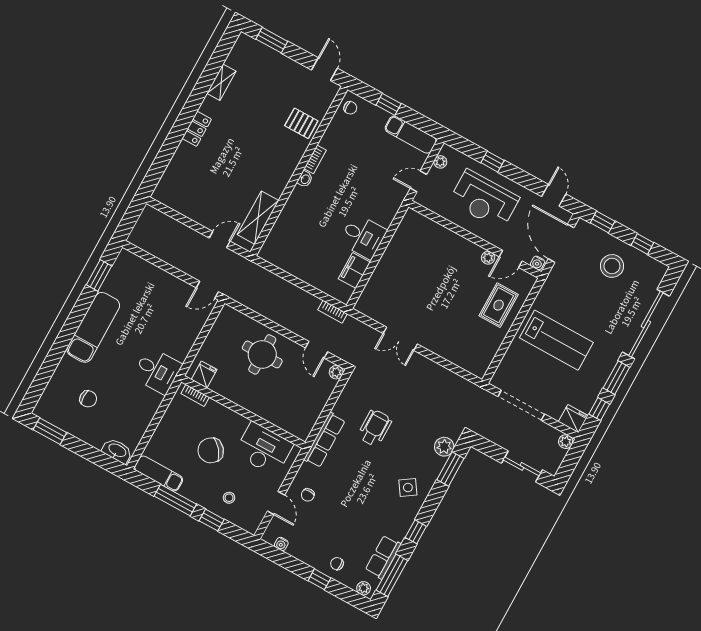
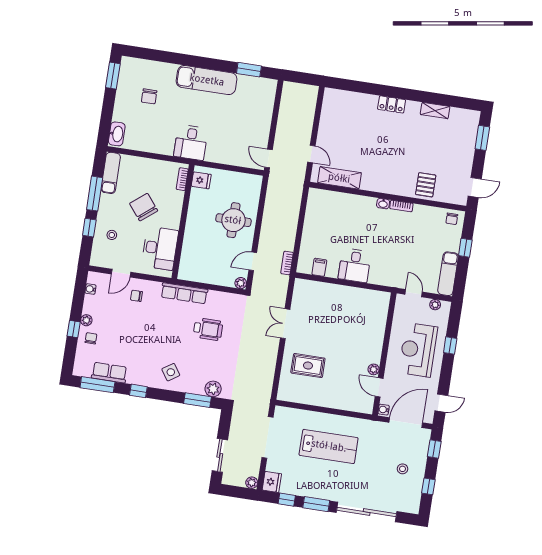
stool: (612, 266) -> (403, 469), width x0.53, depth x0.53
filing cabinet: (354, 270) -> (319, 267), width x0.50
rug: (499, 305) -> (308, 366), moved
lab bench: (556, 340) -> (329, 446), turned -90
plant: (364, 588) -> (86, 320), moved

